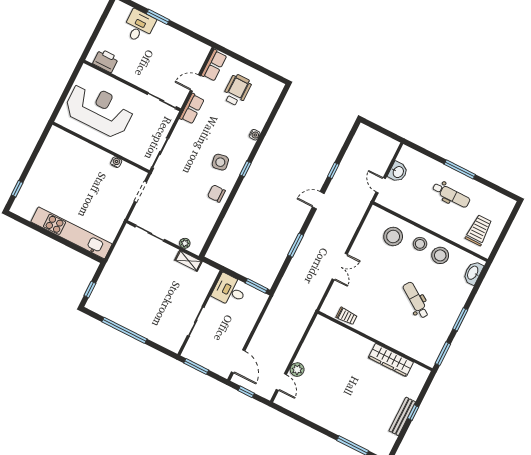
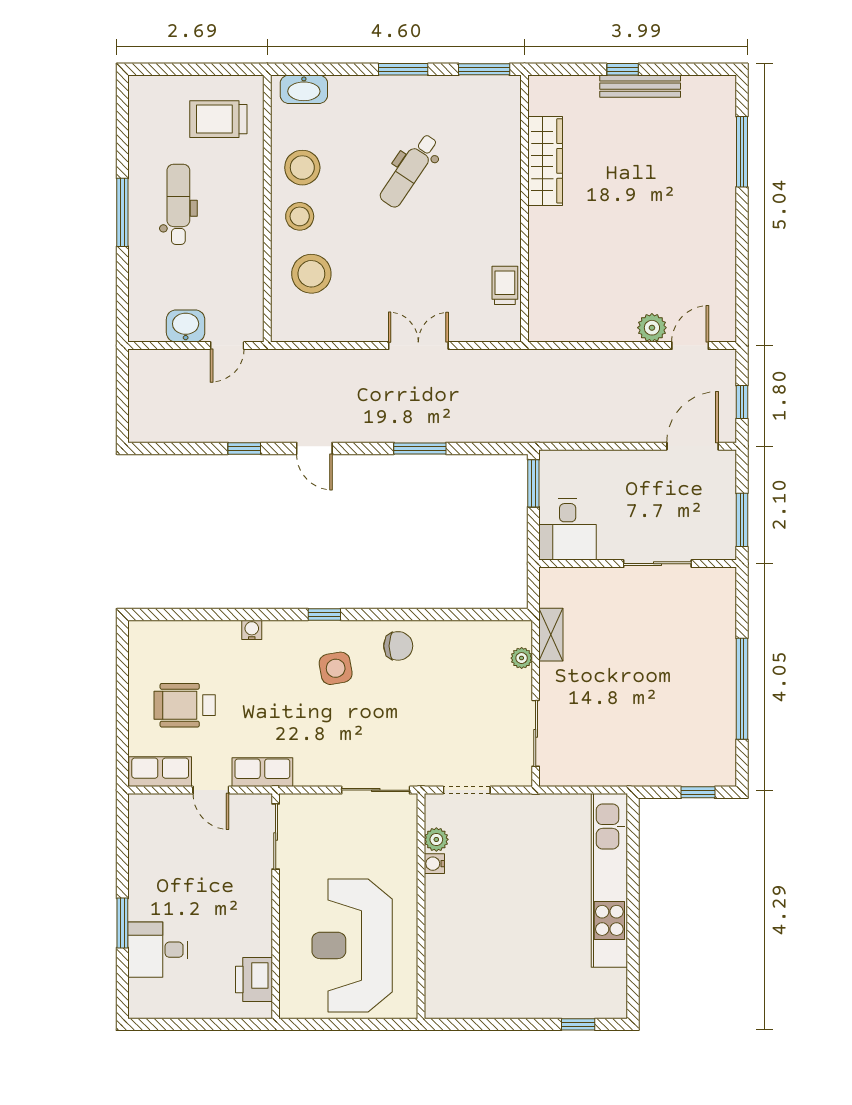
plant: (126, 168) -> (436, 839), added
chair: (216, 193) -> (398, 646), turned -90

